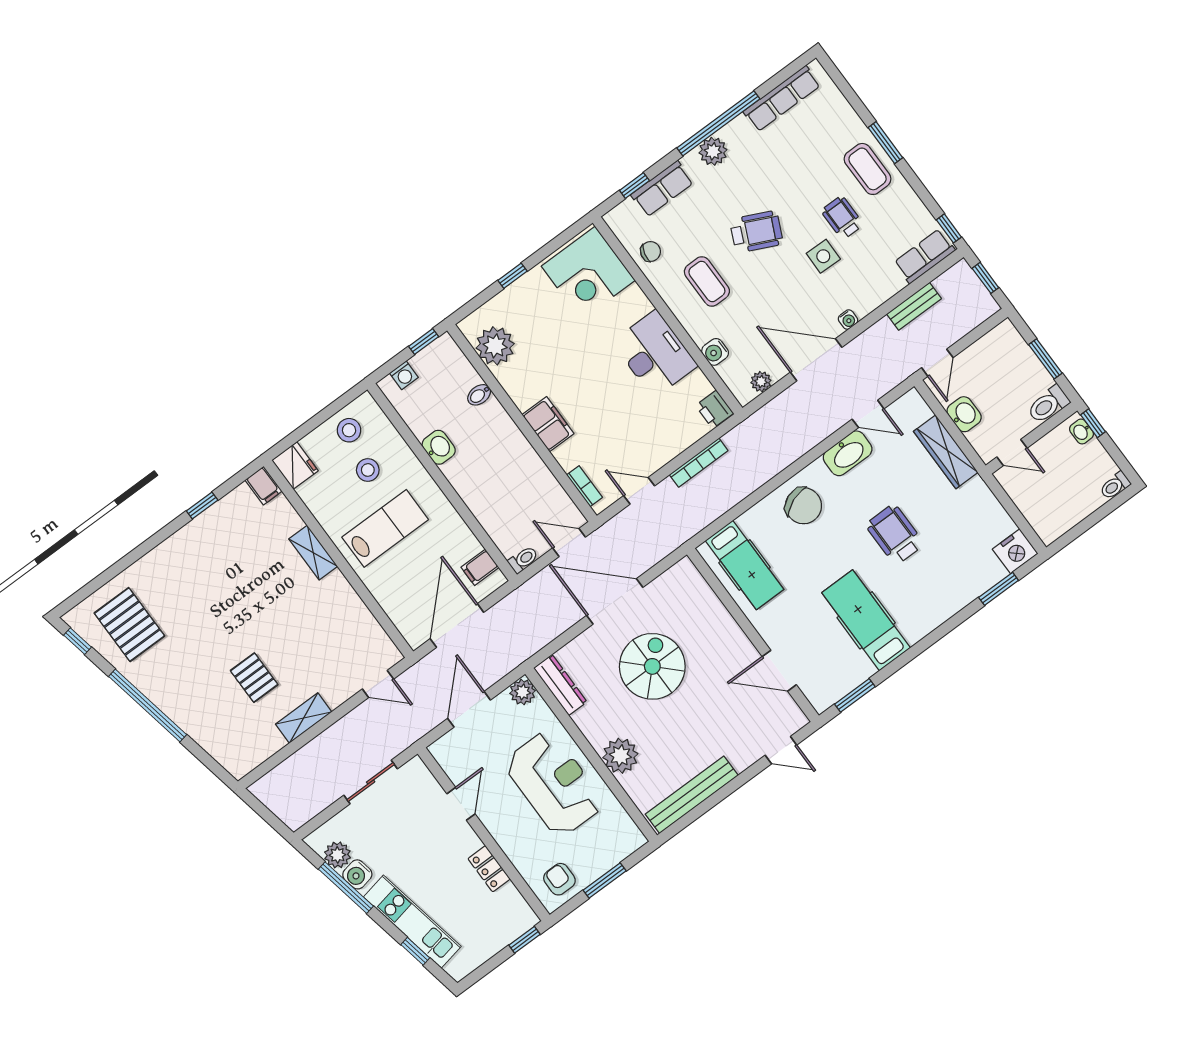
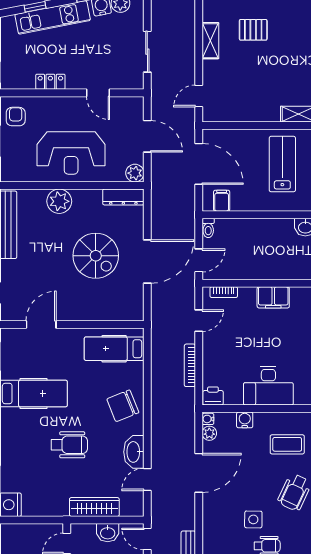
water cooler: (848, 320) -> (208, 419), moved
lab bench: (385, 528) -> (282, 164), turned 180
armchair: (559, 879) -> (16, 117), turned -90

